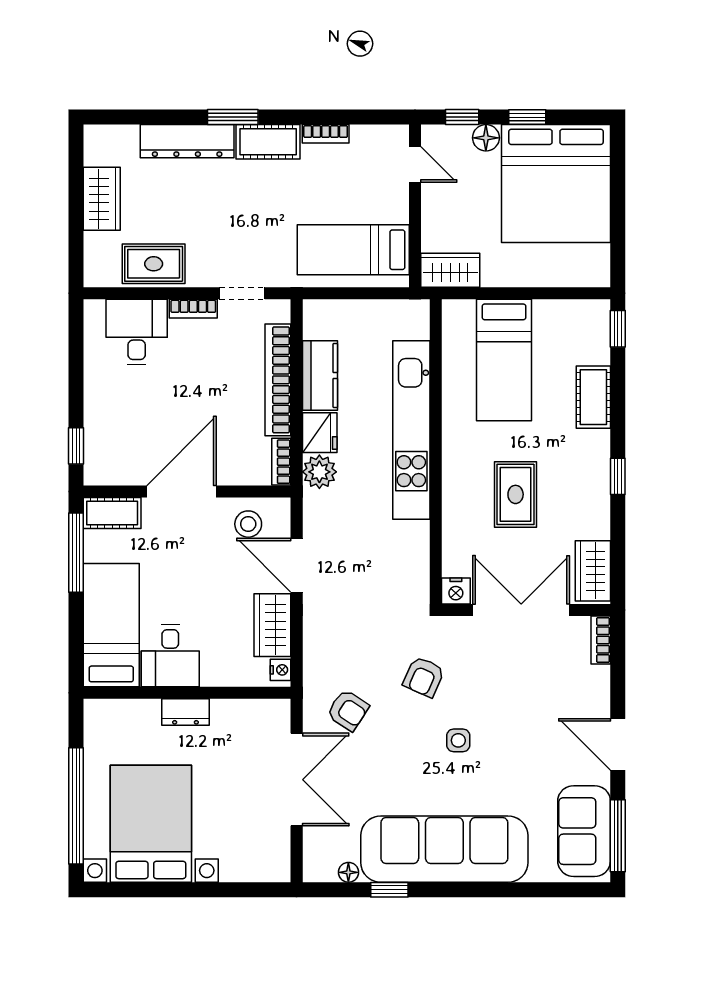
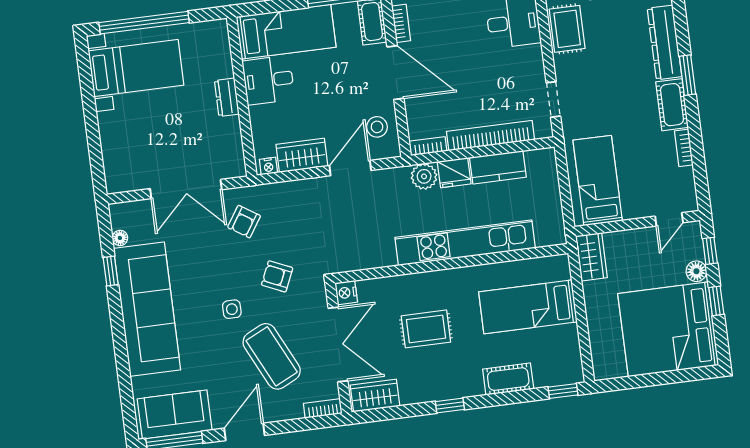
bookcase: (193, 309) -> (401, 23), moved, turned 180
coffee table: (525, 697) -> (272, 356), added
bed with nightstands: (151, 824) -> (136, 68), width x0.73

